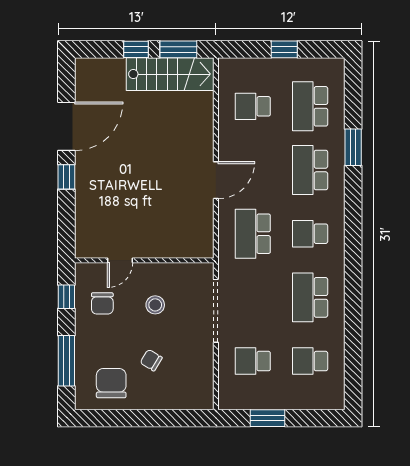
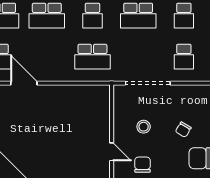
door: (216, 180) -> (24, 83), moved
chair: (102, 303) -> (142, 165), turned -90

